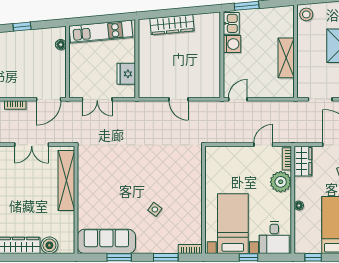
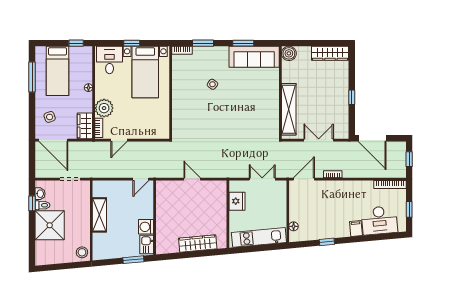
boiler: (49, 245) -> (289, 53), moved

